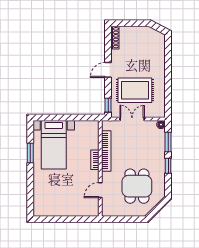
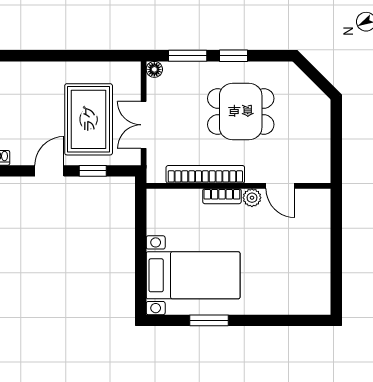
door: (108, 70) -> (49, 171), swing flipped
window: (108, 105) -> (93, 171), moved
plant: (94, 175) -> (252, 198), added
dining table: (137, 186) -> (241, 111), moved

